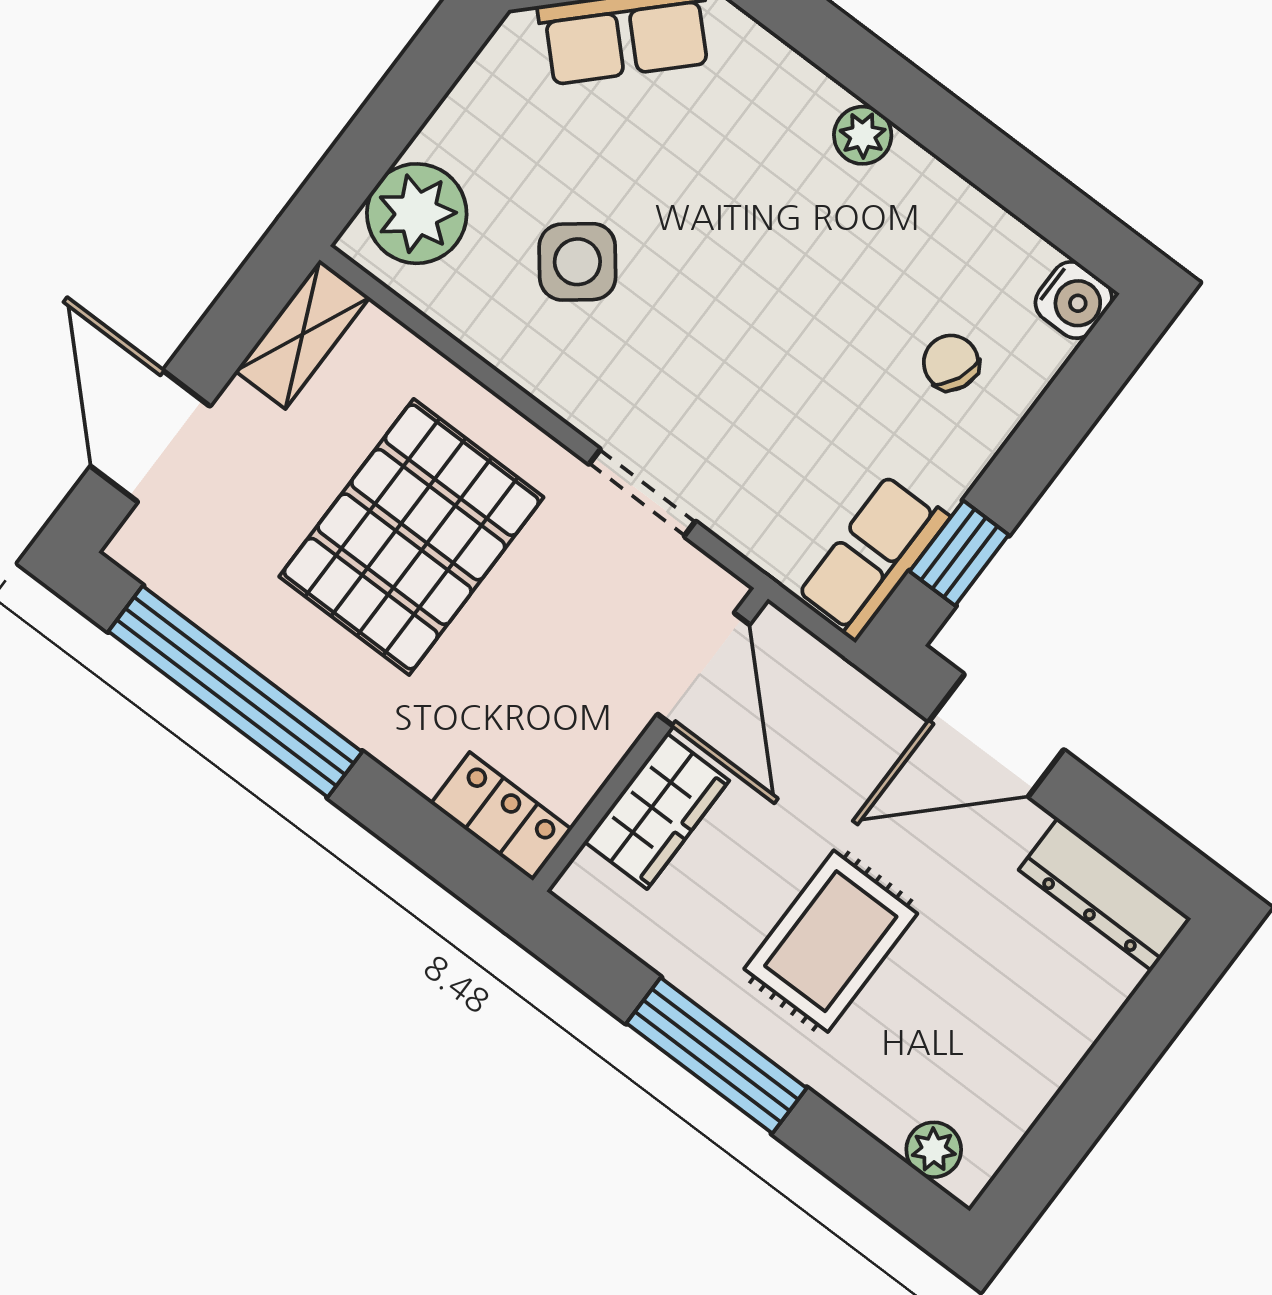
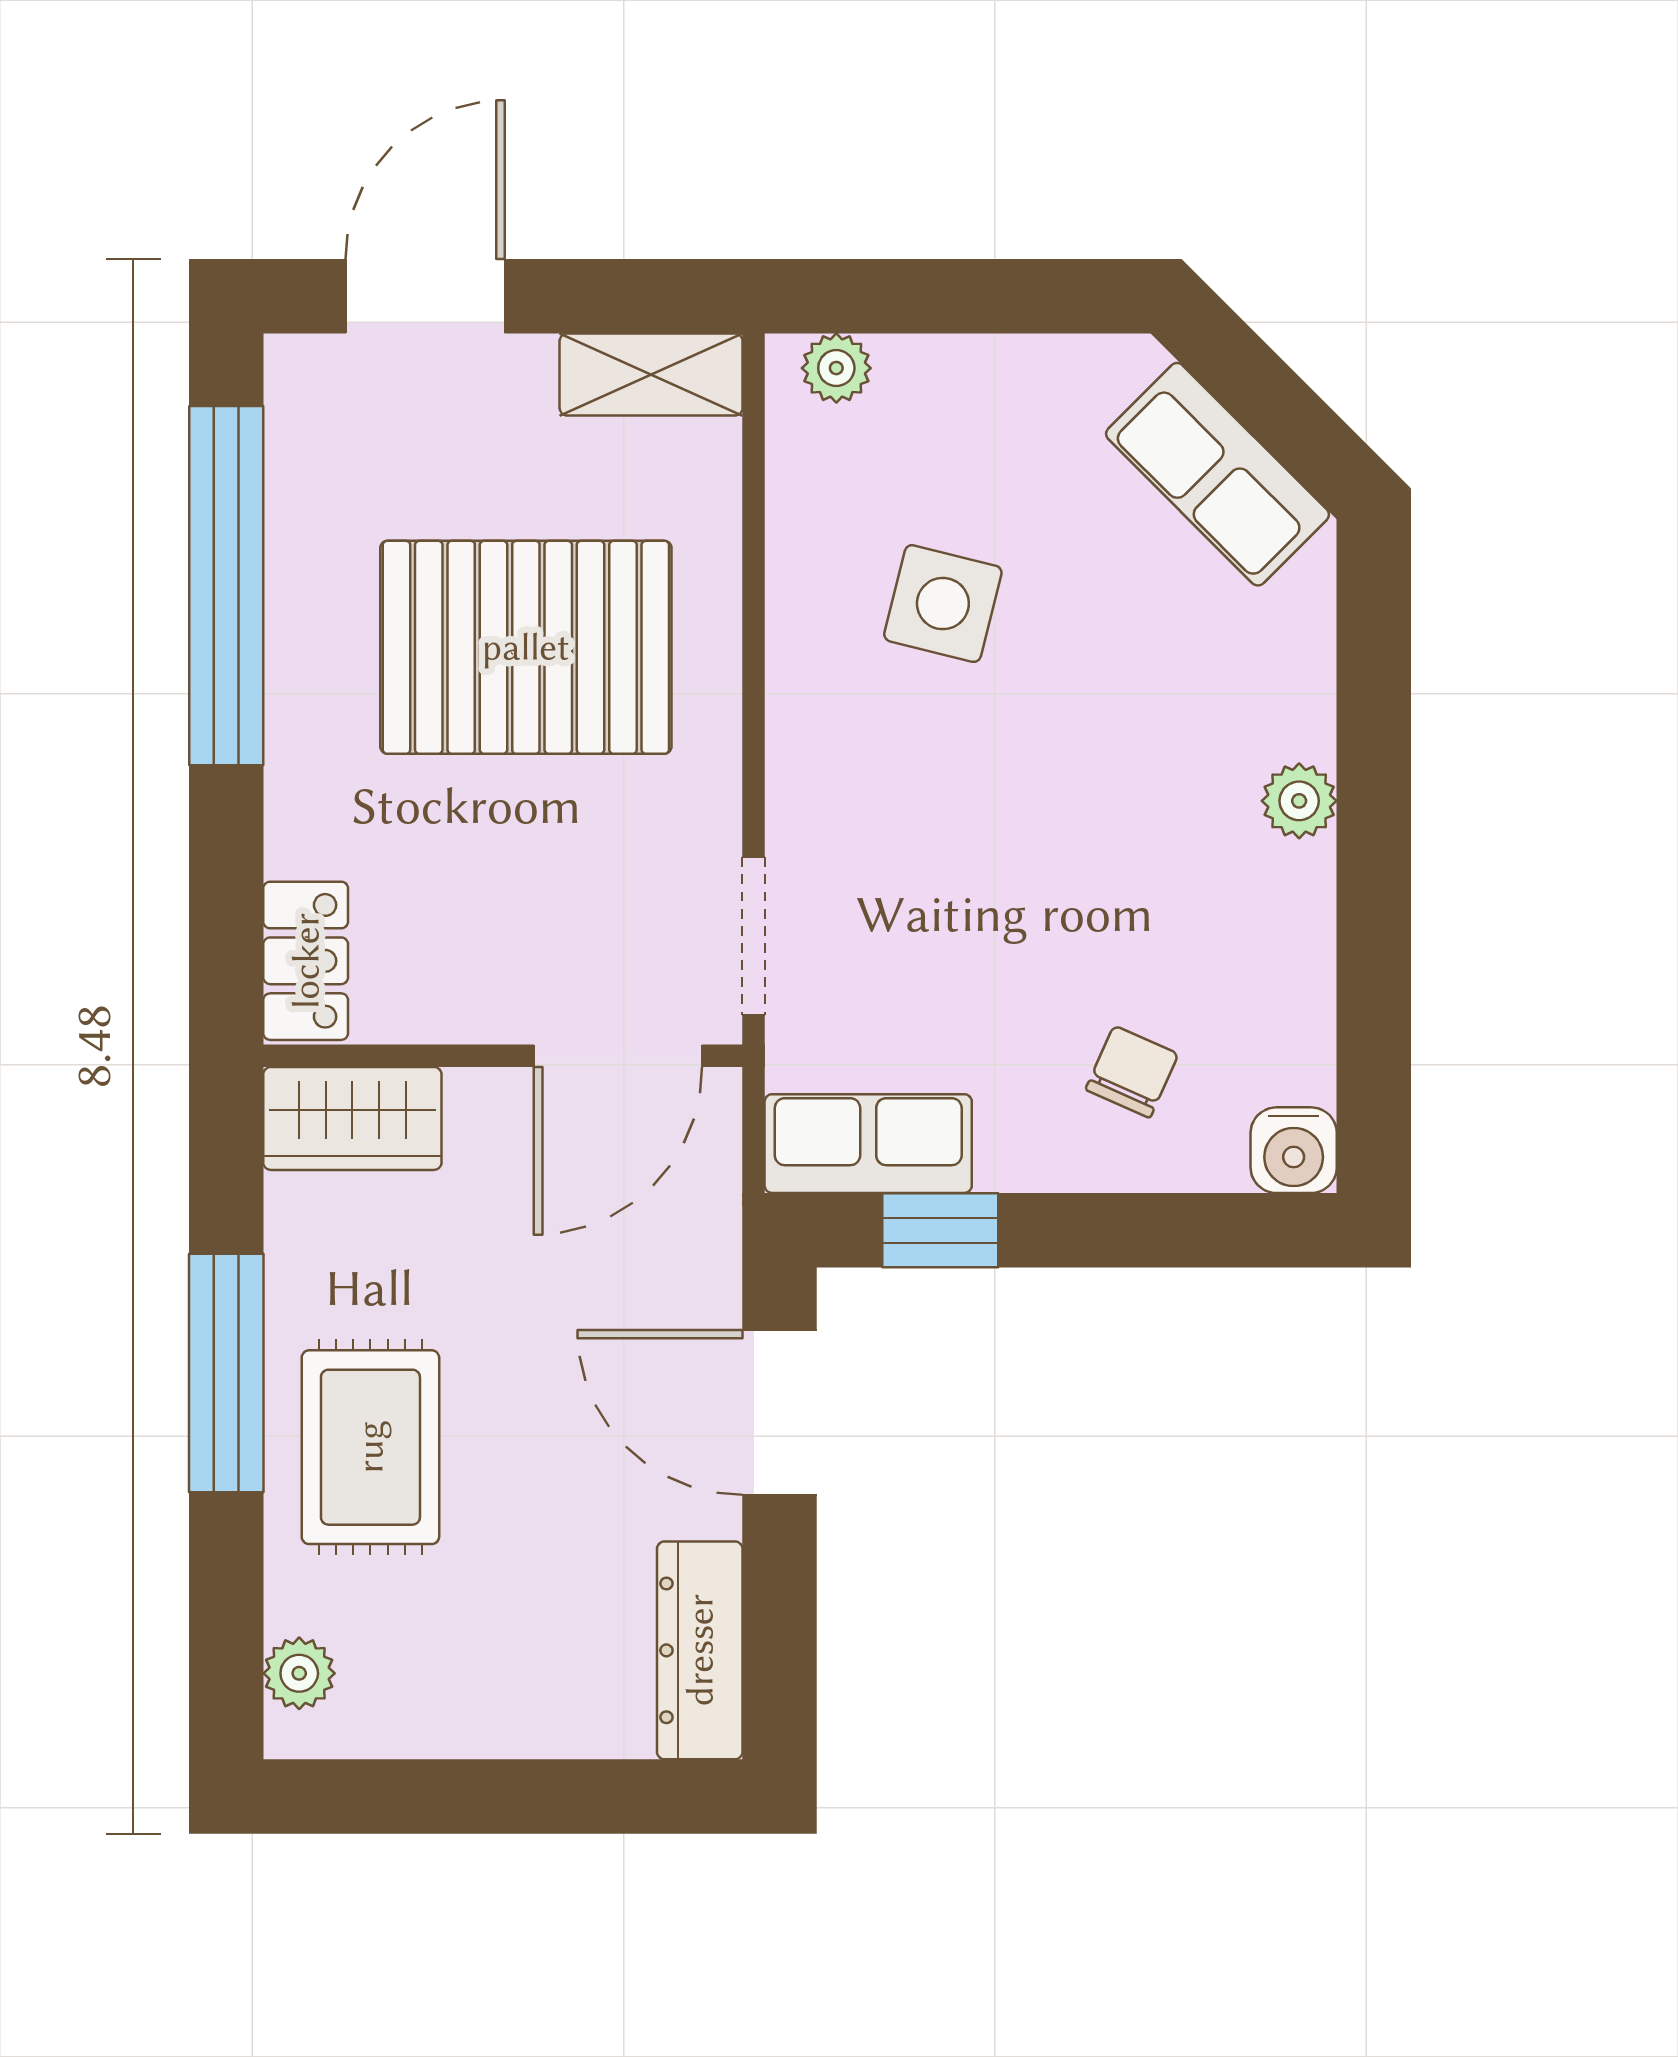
plant: (417, 214) -> (836, 368), width x0.53, depth x0.53
side table: (577, 262) -> (943, 604), turned -38
doorway: (642, 493) -> (754, 936), moved
wardrobe: (657, 811) -> (352, 1118), moved
rug: (831, 941) -> (370, 1447), moved, turned 90

